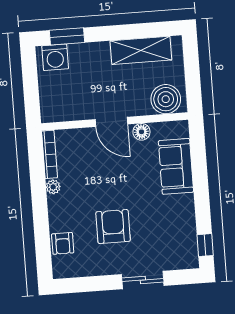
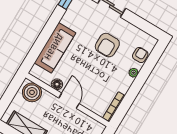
sofa: (176, 166) -> (55, 48), width x1.36
plant: (53, 187) -> (133, 73), moved

